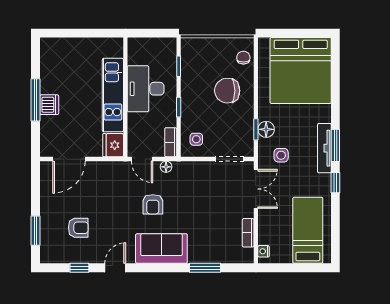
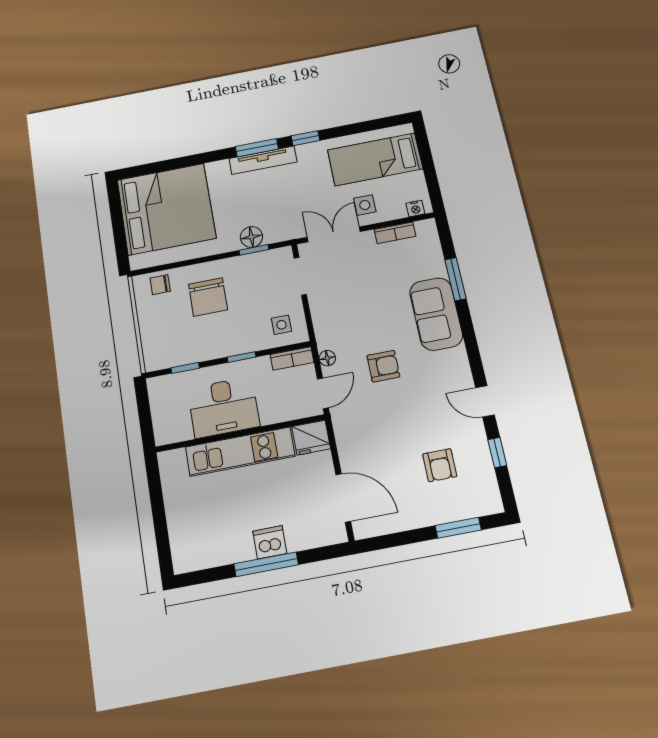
side table: (281, 155) -> (365, 205), moved
armchair: (78, 228) -> (440, 465), turned 180
sofa: (161, 249) -> (436, 314), moved

